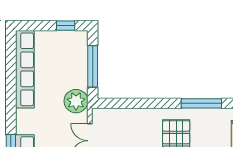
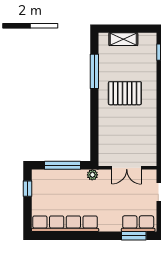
plant: (76, 101) -> (92, 175), width x0.53, depth x0.53

